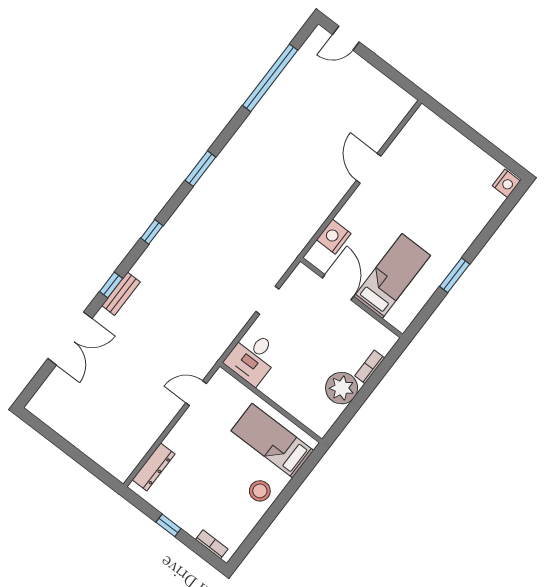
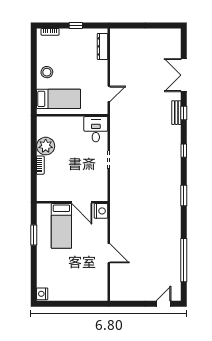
bed: (392, 276) -> (61, 226), moved
door: (338, 287) -> (82, 202), moved
wall: (351, 298) -> (72, 202), moved

